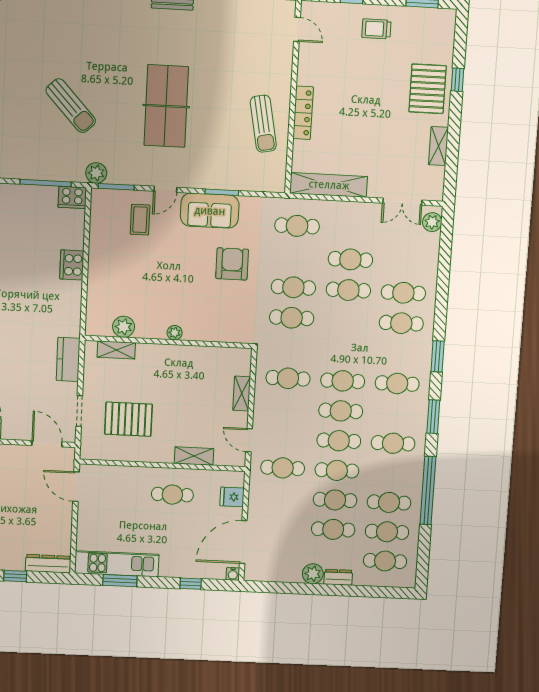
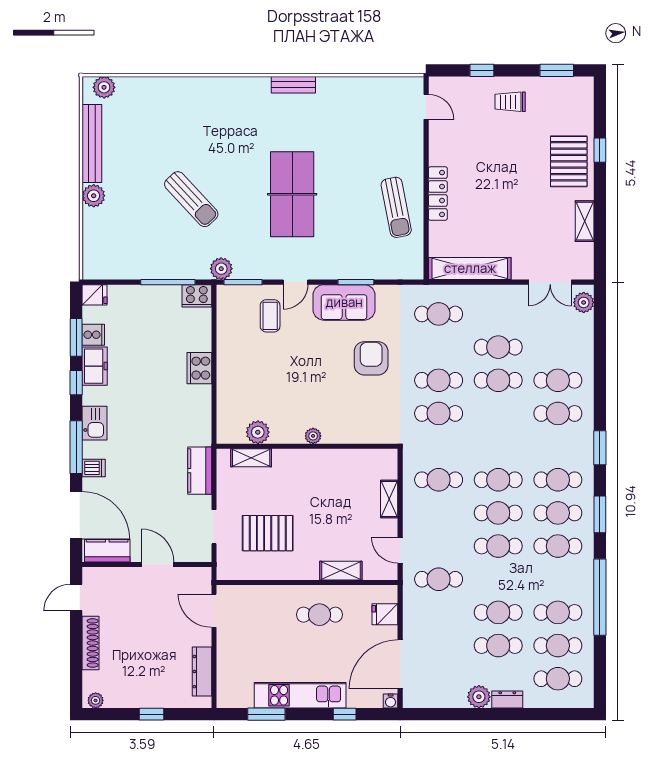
door: (47, 444) -> (157, 564), moved
cafe table: (337, 470) -> (558, 513), moved
dresser: (48, 564) -> (202, 672), moved, turned -90
kitchen unit: (117, 564) -> (300, 695), moved

